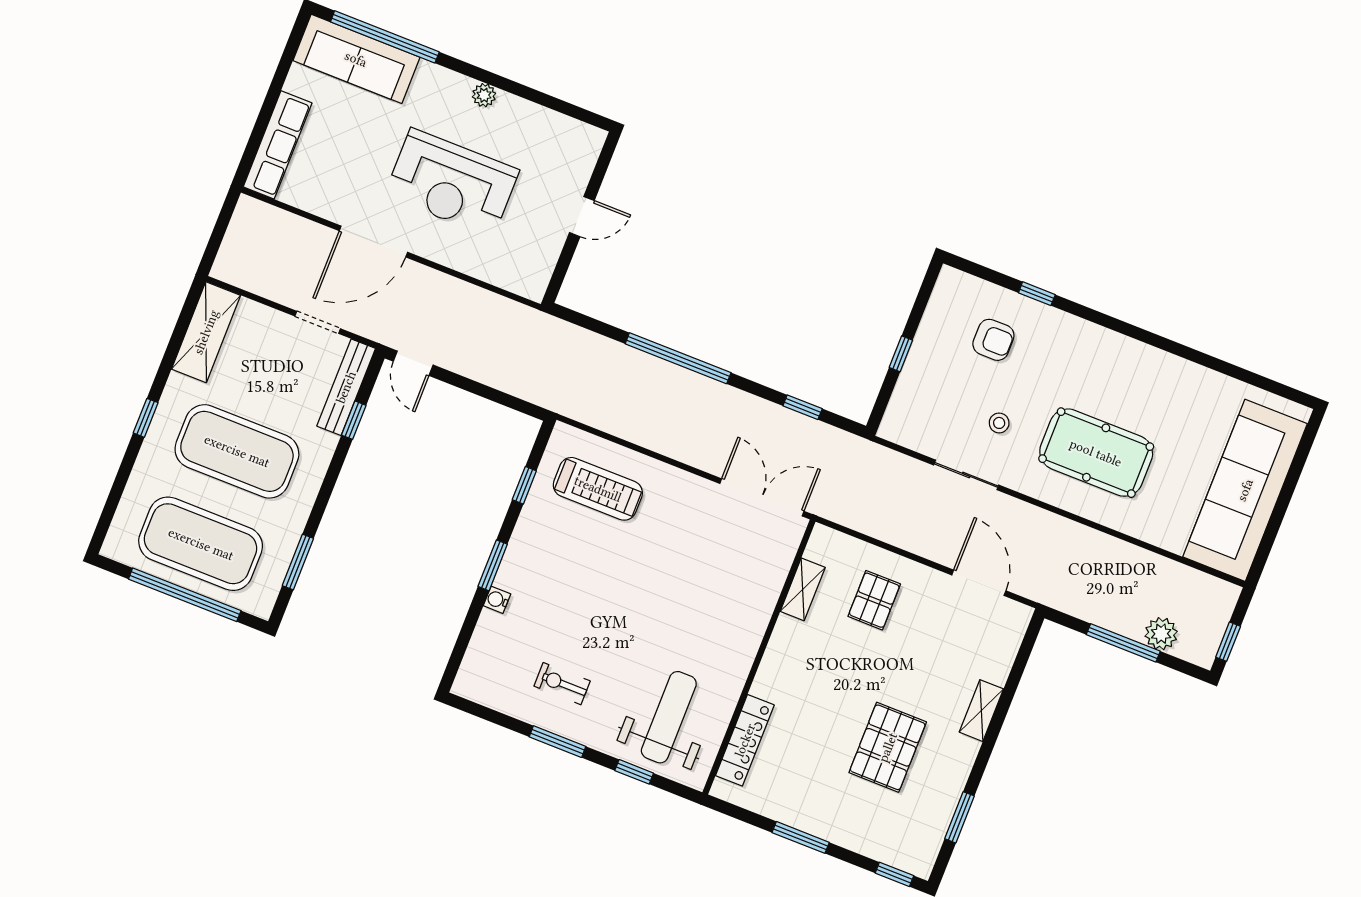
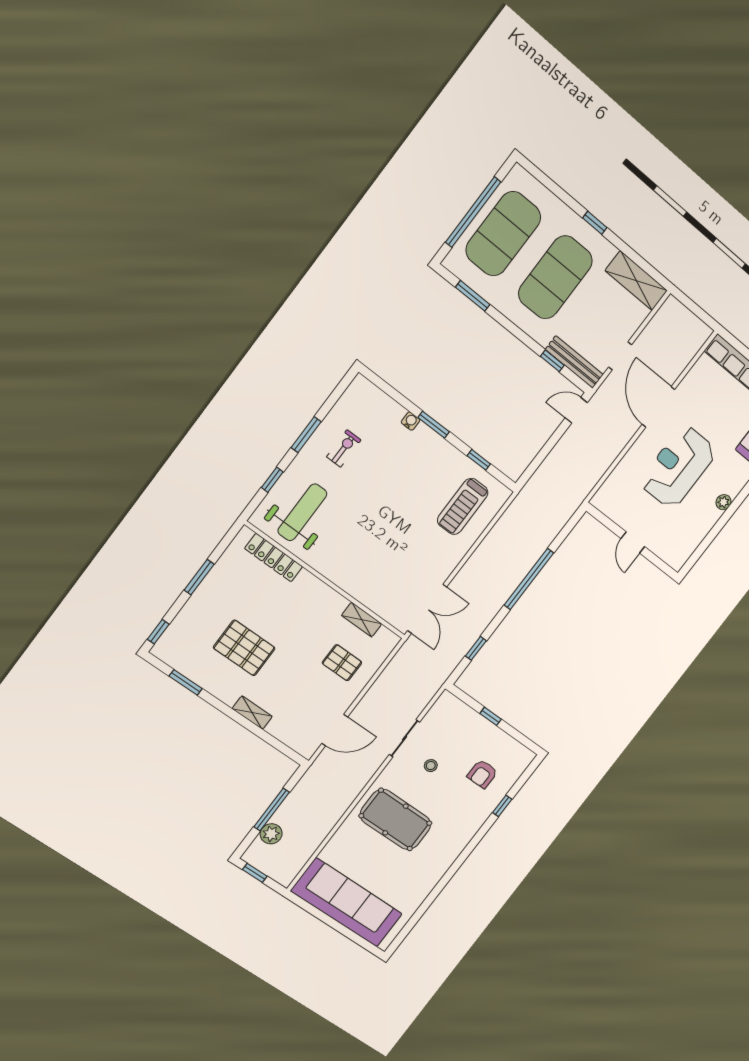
pool table: (1096, 453) -> (395, 820), turned 90
weight bench: (669, 717) -> (302, 512), turned -90

